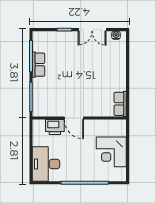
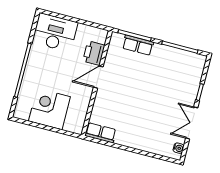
row of seats: (39, 65) -> (138, 45), moved

